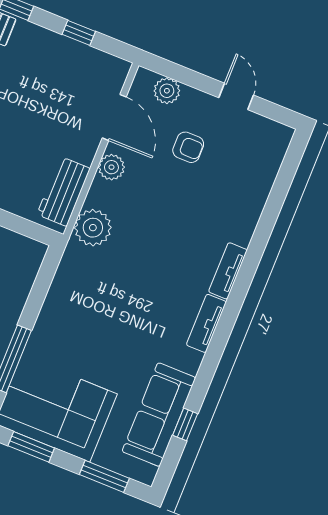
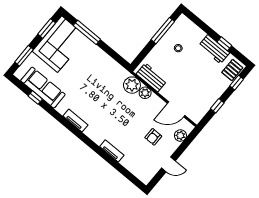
plant: (111, 167) -> (145, 93), moved
tv unit: (228, 271) -> (112, 151), moved

